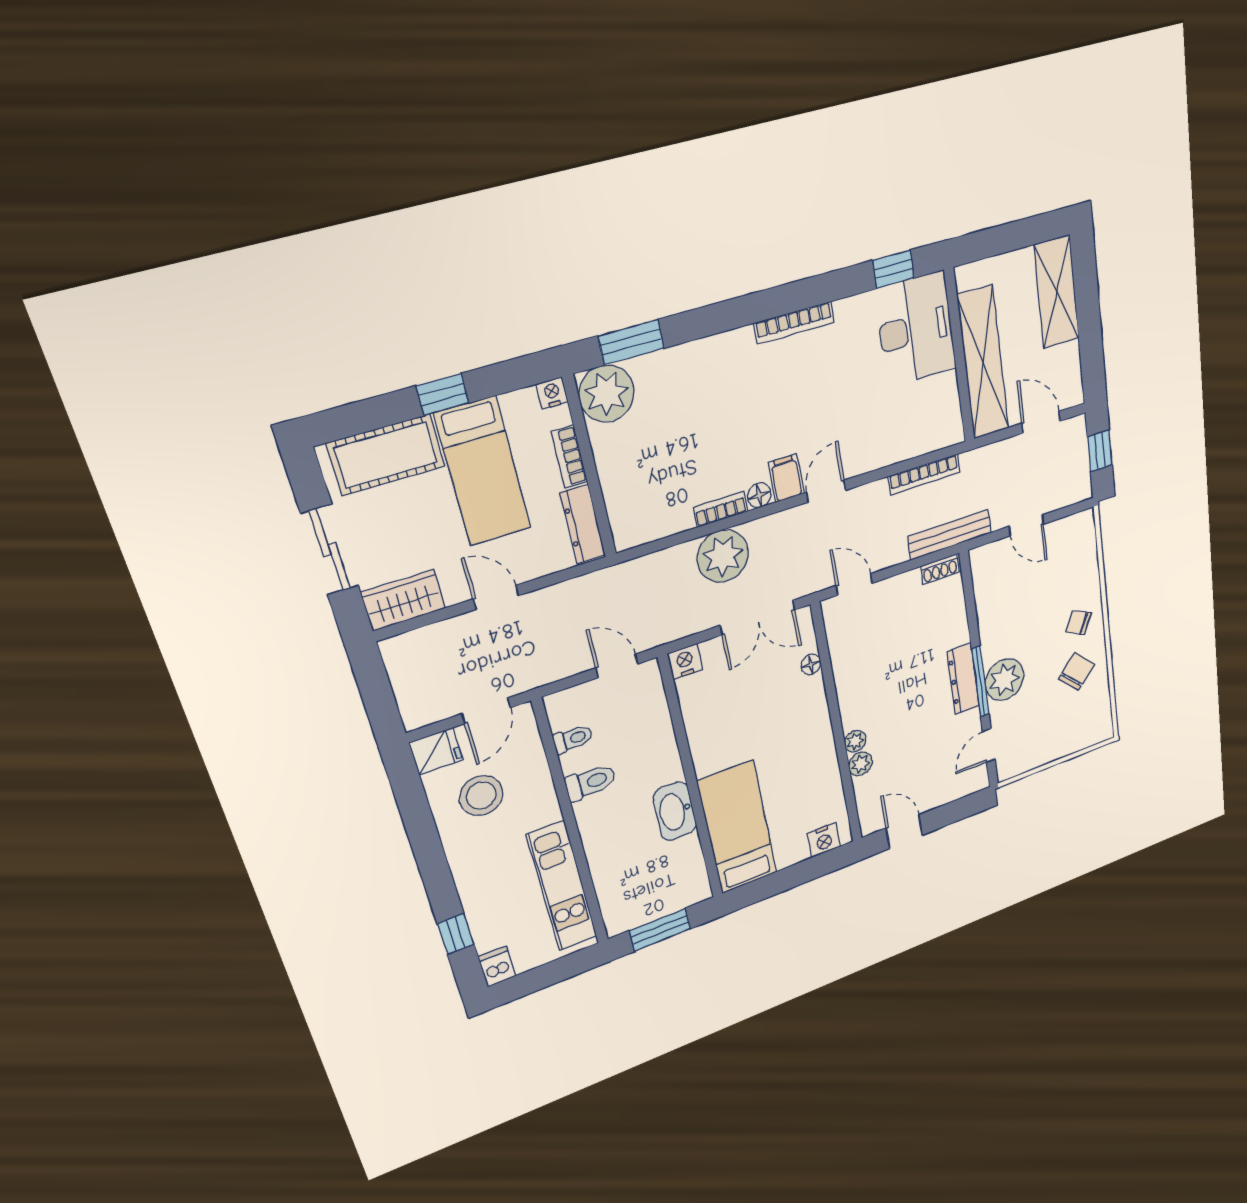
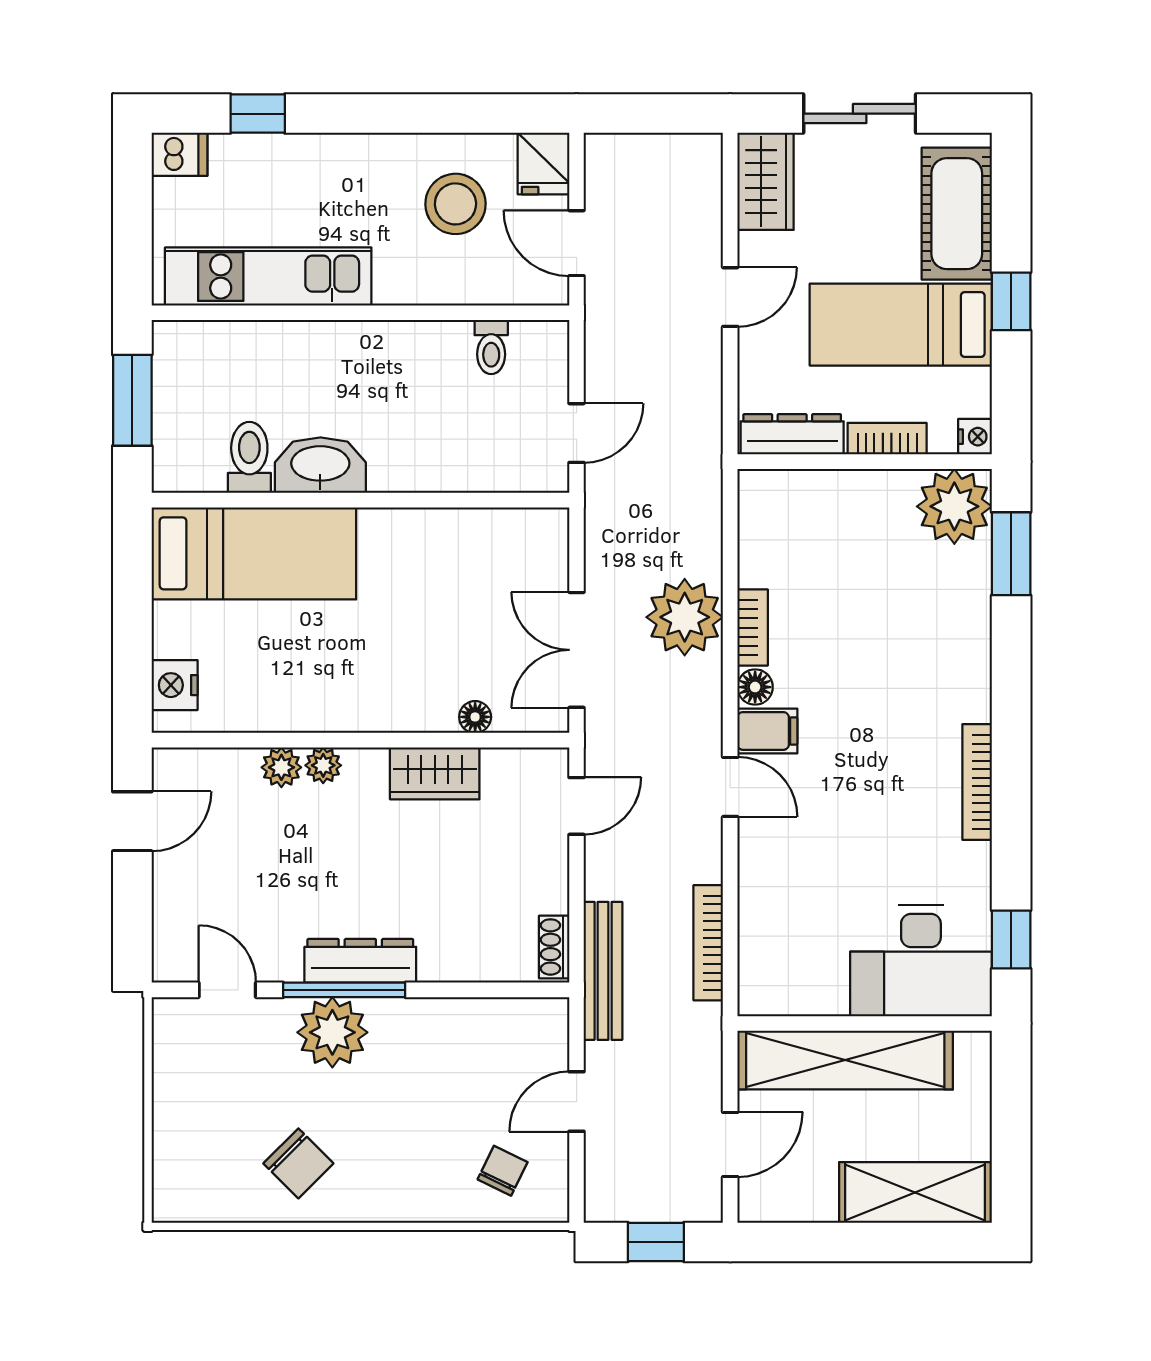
chair: (1078, 622) -> (503, 1171), moved
nightstand: (685, 661) -> (548, 530), removed
wardrobe: (849, 676) -> (435, 773), added
toilet: (590, 782) -> (249, 457), moved, turned 180

